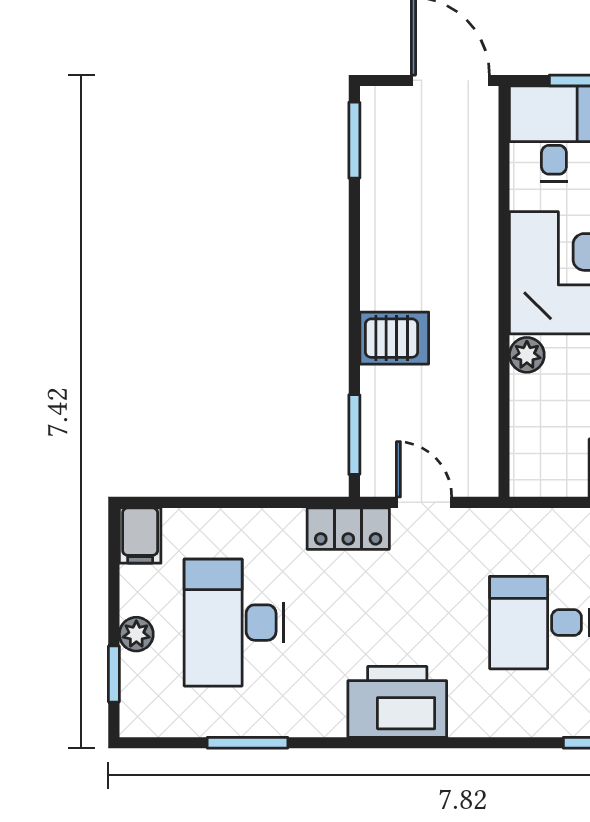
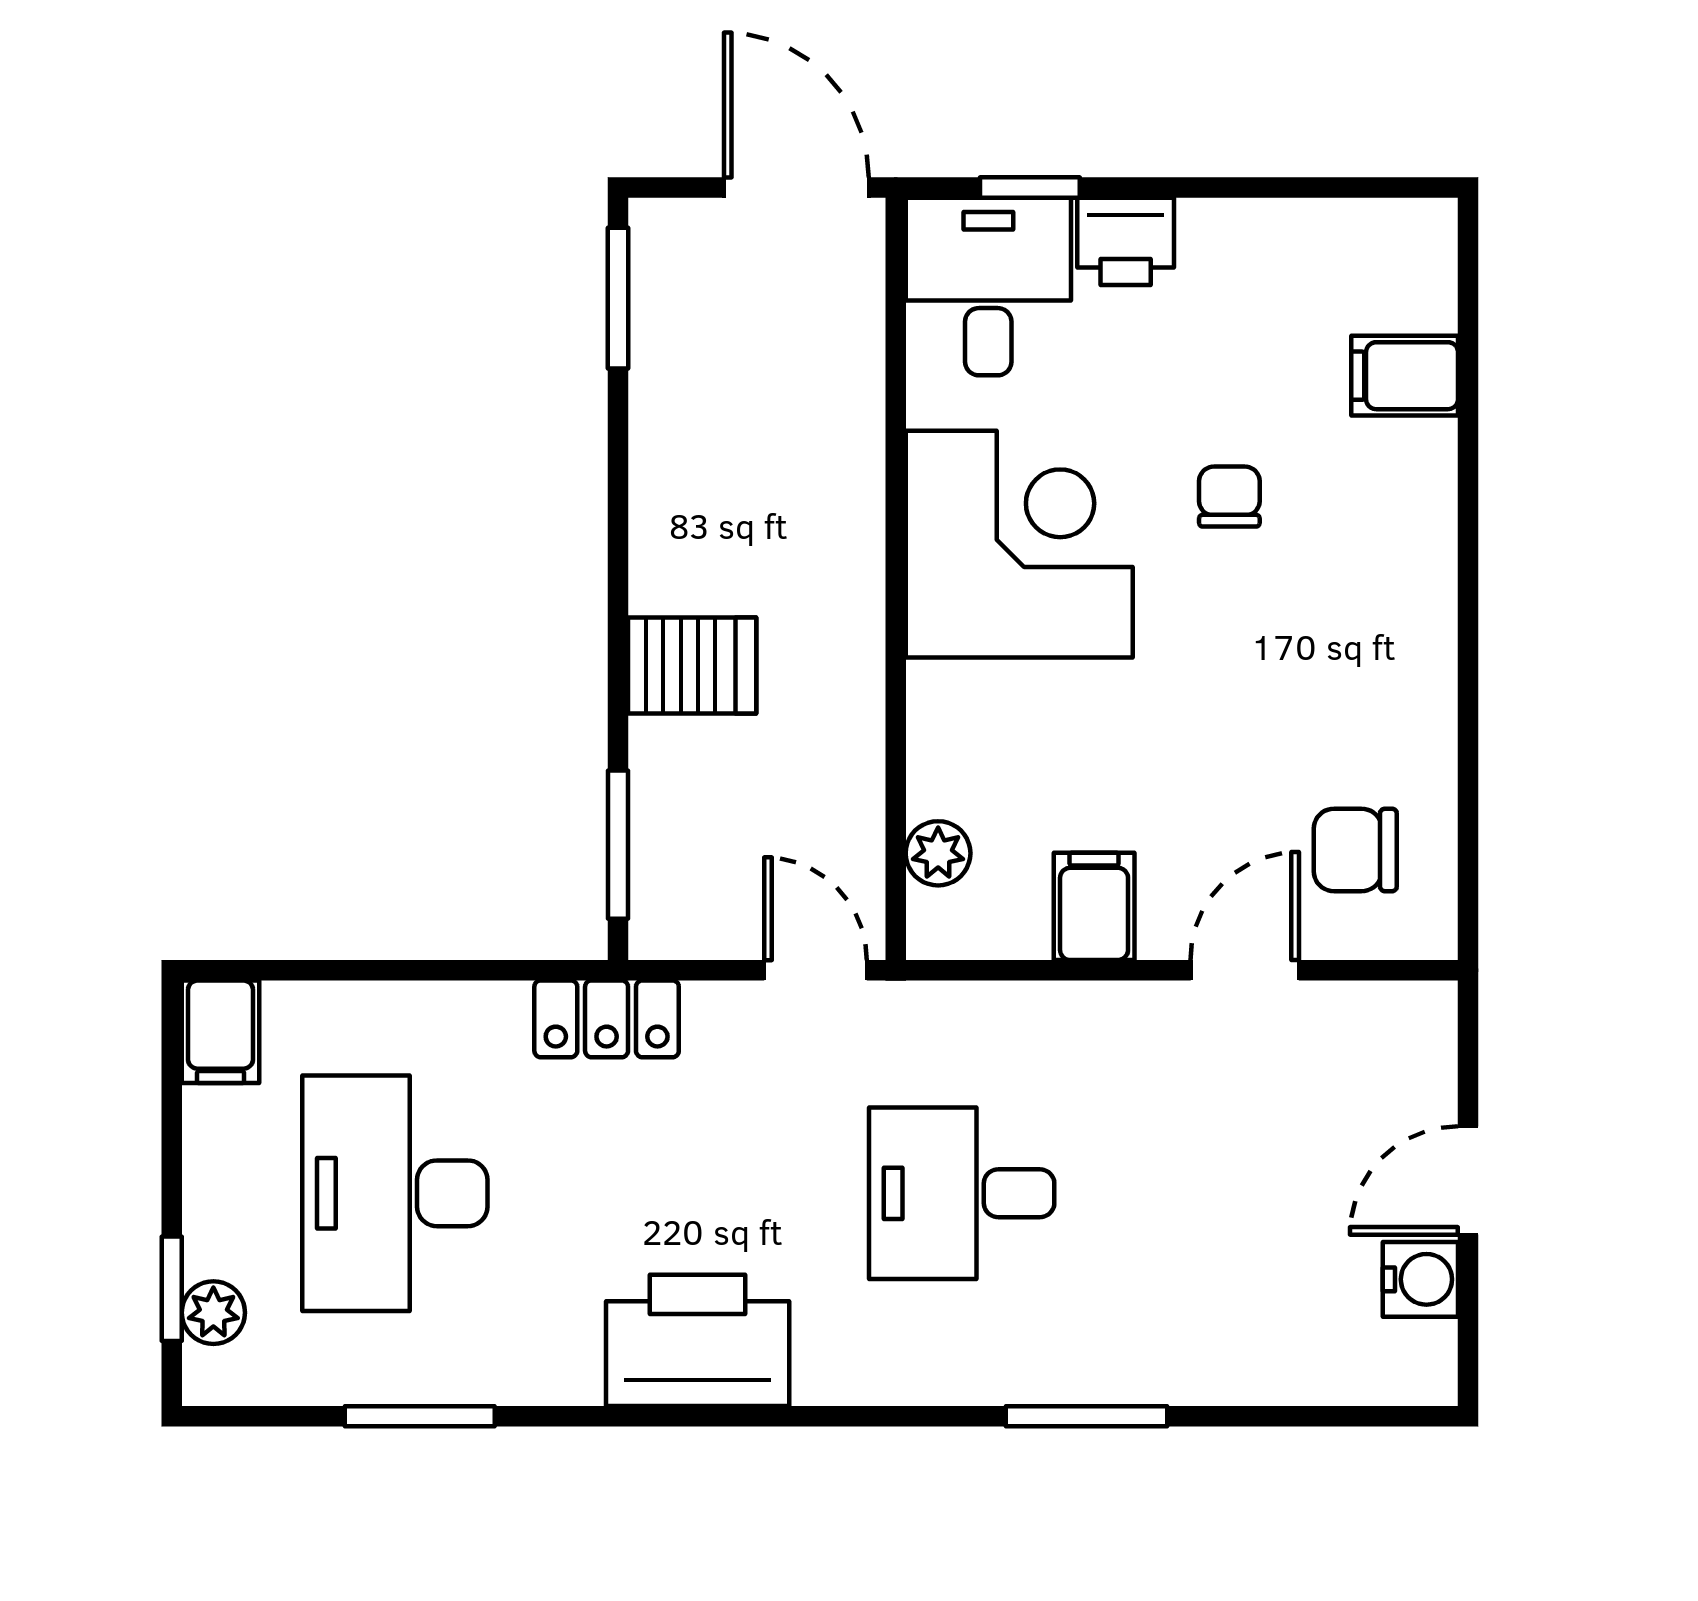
plant: (527, 355) -> (938, 853), moved
door: (424, 502) -> (816, 970), moved
plant: (136, 634) -> (213, 1313), moved

